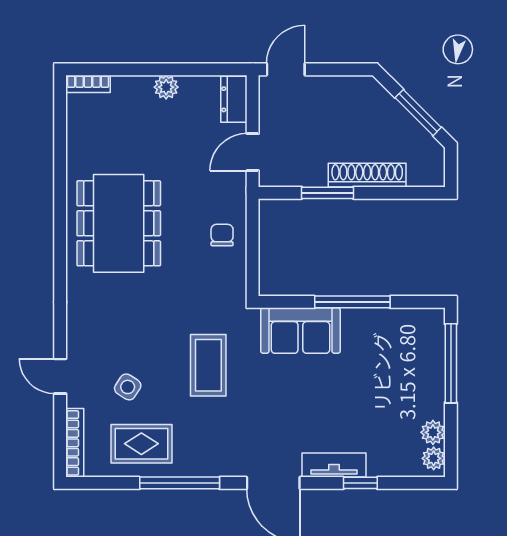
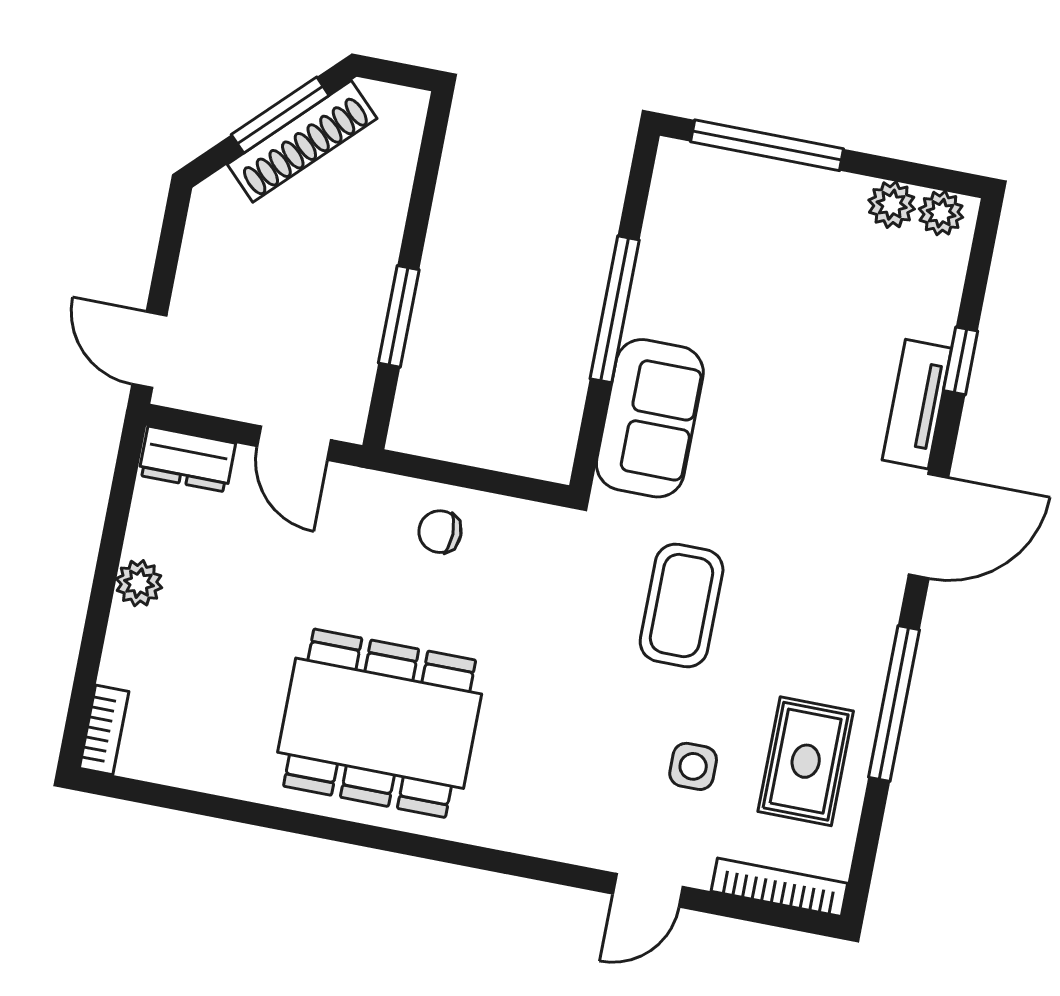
shoe rack: (367, 175) -> (302, 141), moved, turned -135
coffee table: (208, 365) -> (682, 606), turned 90
side table: (128, 387) -> (693, 766), turned -33

